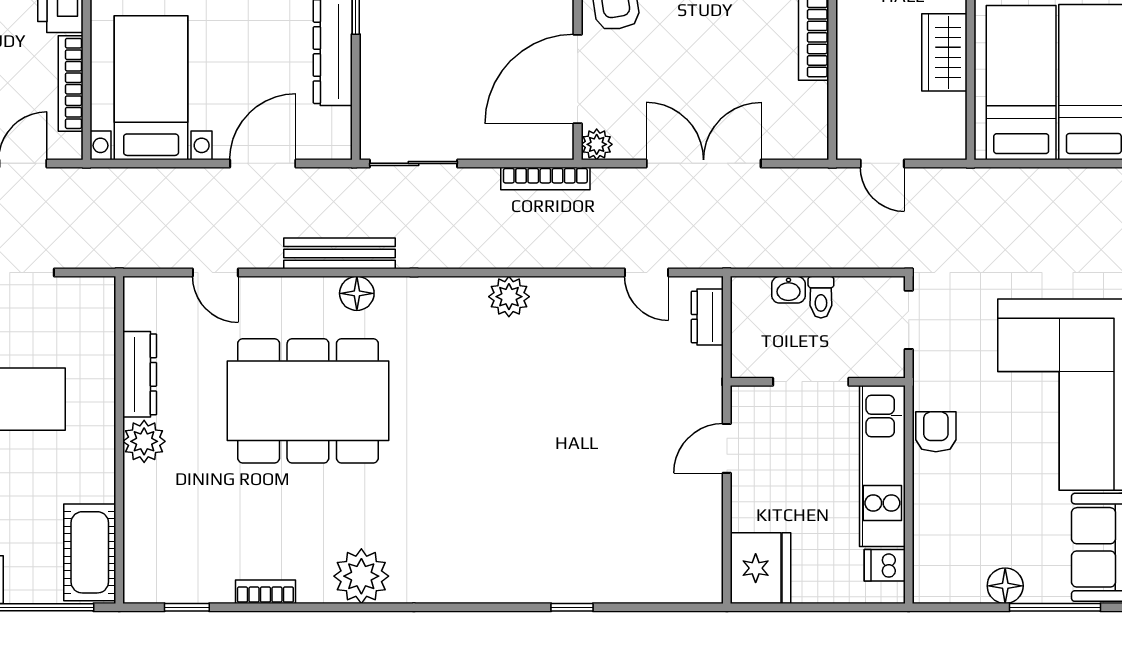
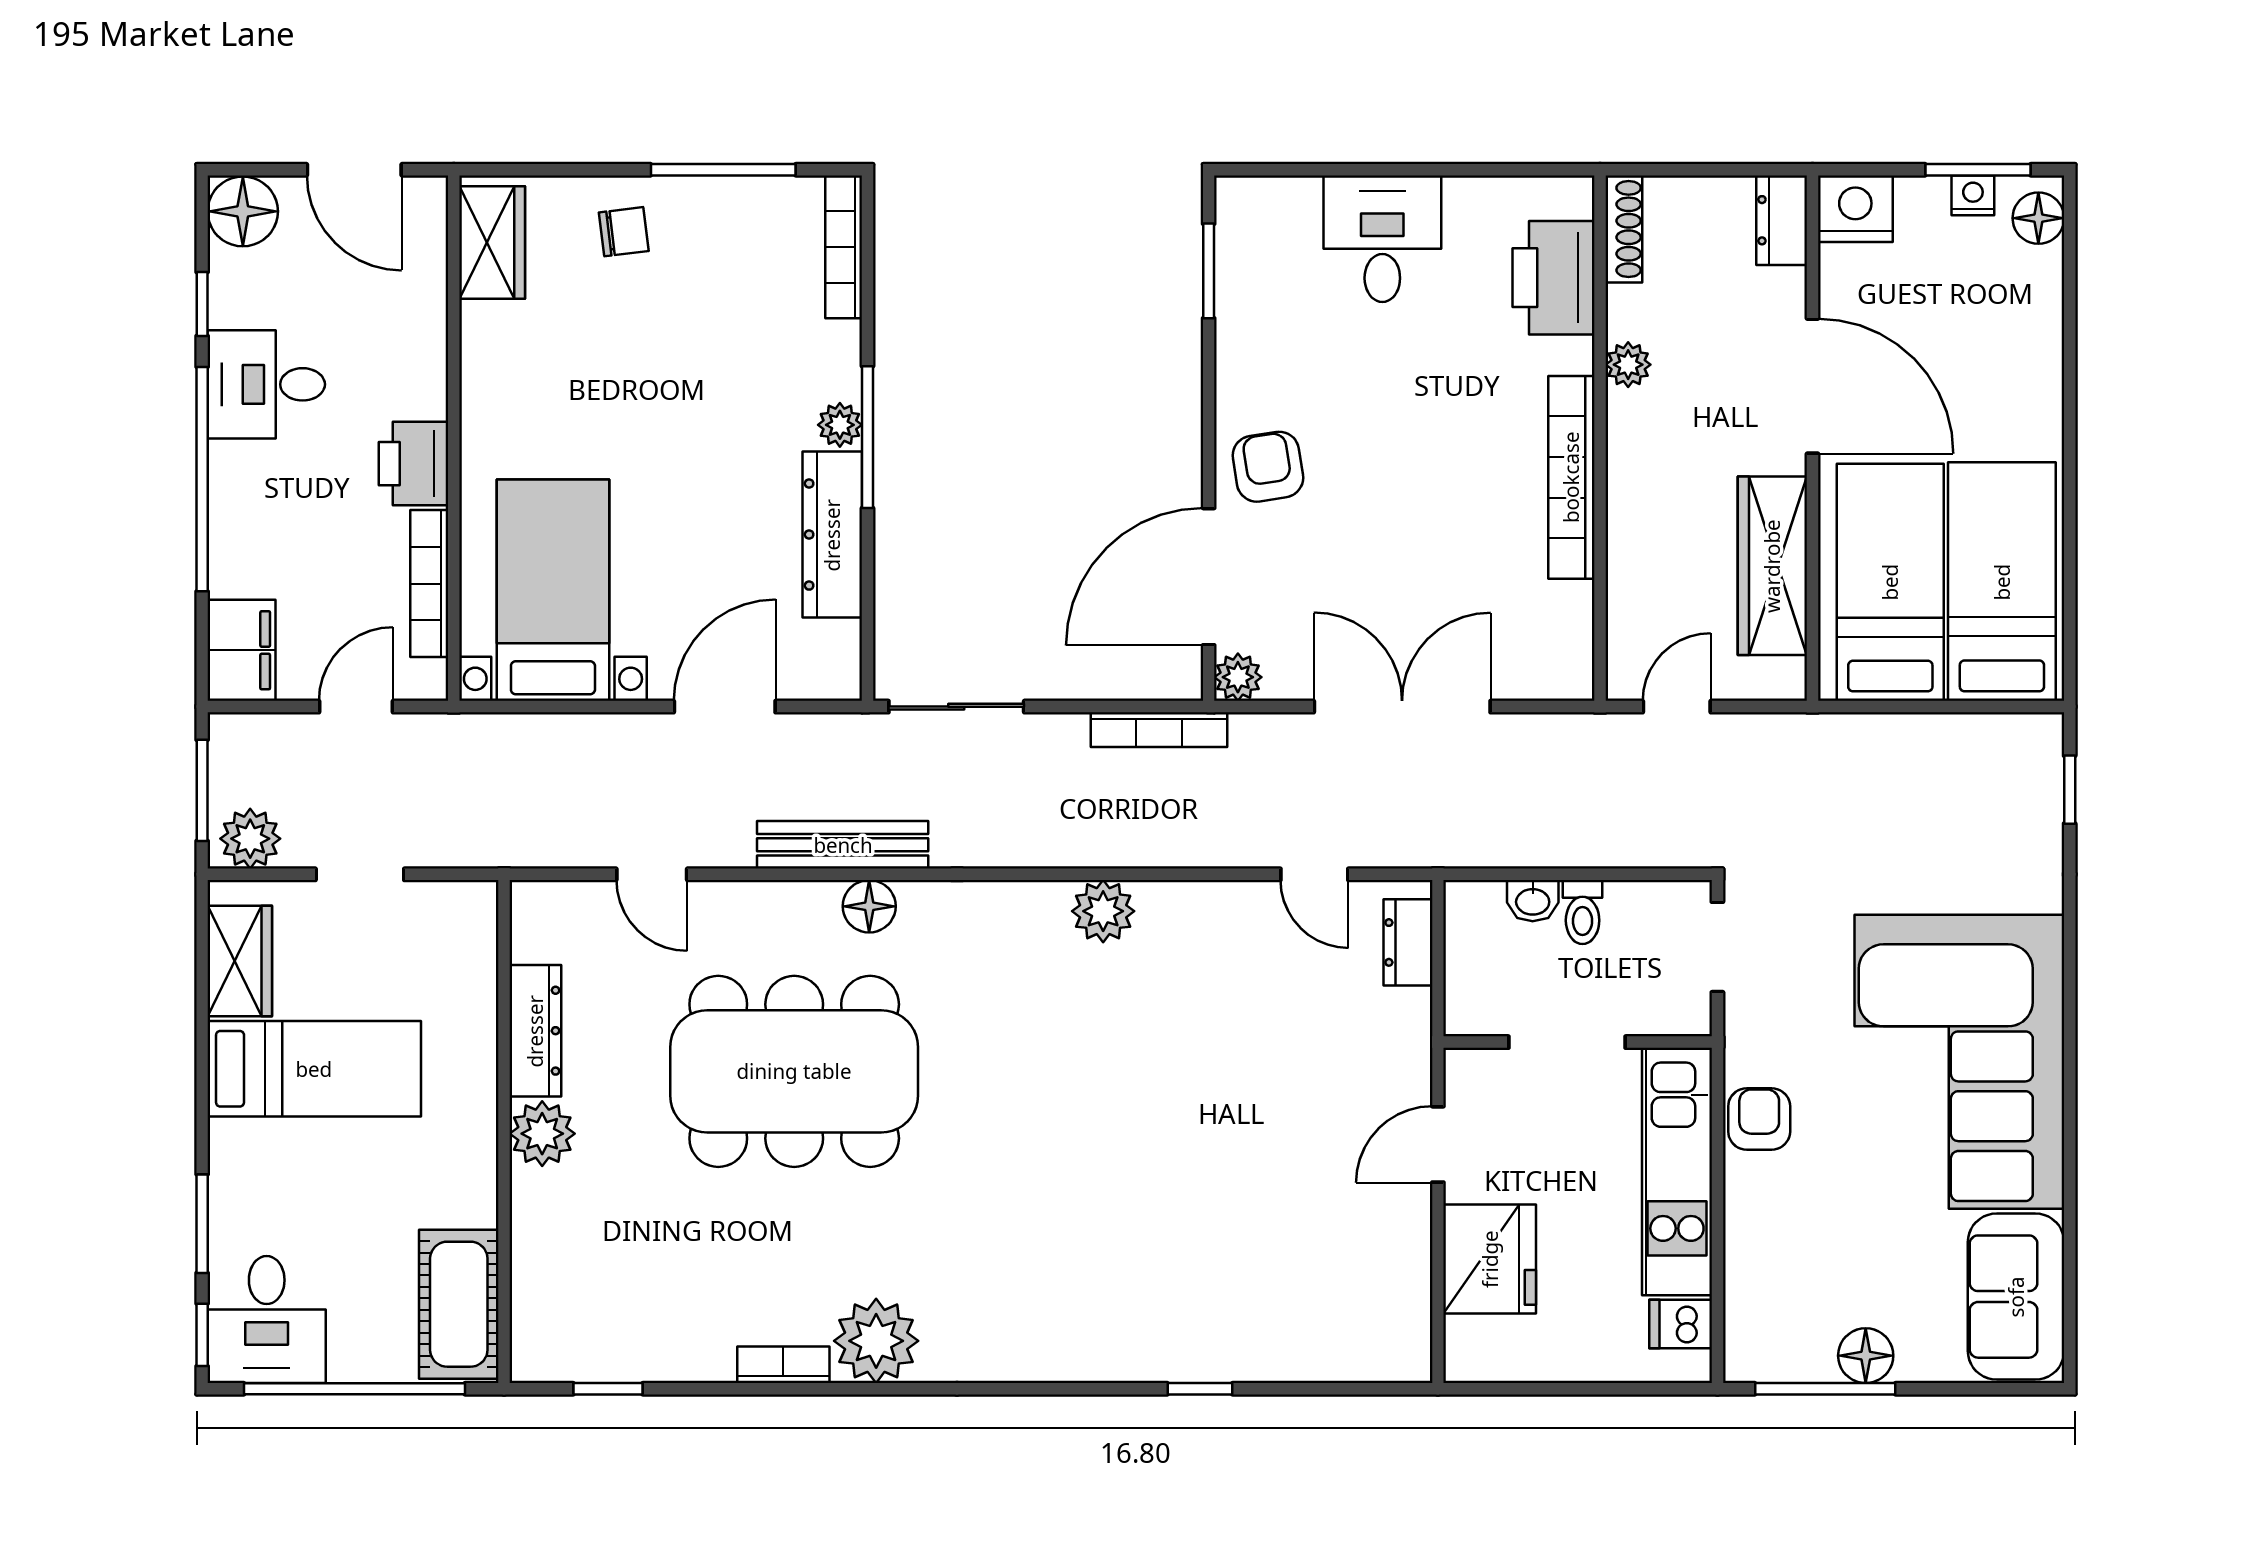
wardrobe: (944, 52) -> (1772, 566), width x1.50
door: (882, 163) -> (1677, 707), swing flipped
fridge: (761, 568) -> (1490, 1259), moved
bookcase: (265, 592) -> (783, 1365), moved
window: (1055, 607) -> (1825, 1389), moved

